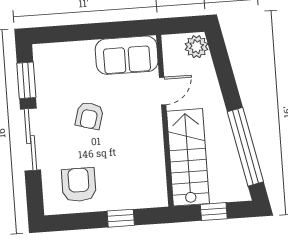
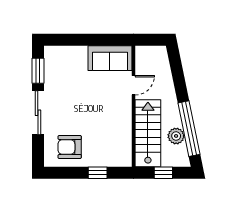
plant: (197, 47) -> (176, 136), moved
armchair: (89, 116) -> (81, 99), removed
armchair: (79, 185) -> (70, 147), turned -90

